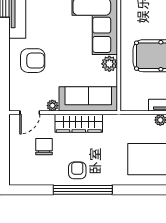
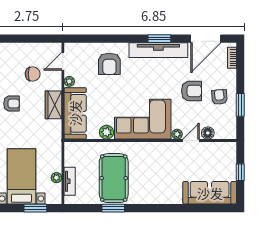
door: (30, 113) -> (63, 61), hinge flipped
wardrobe: (79, 123) -> (53, 105), width x0.67

